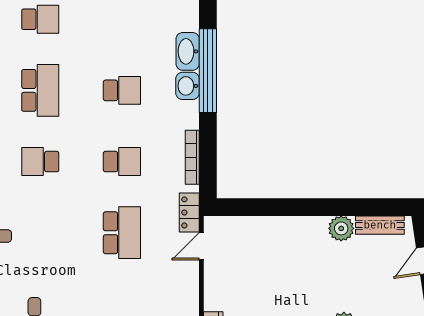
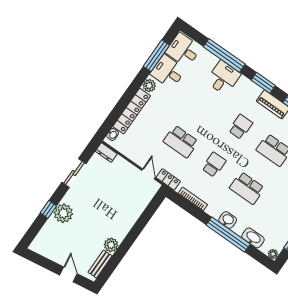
washbasin: (188, 51) -> (253, 238), moved
school desk: (122, 90) -> (247, 188), width x1.85
school desk: (122, 162) -> (214, 165), turned 180

